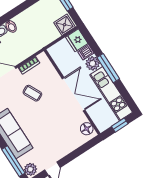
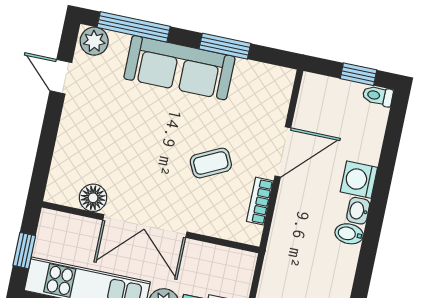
floor lamp: (87, 129) -> (93, 198), moved

